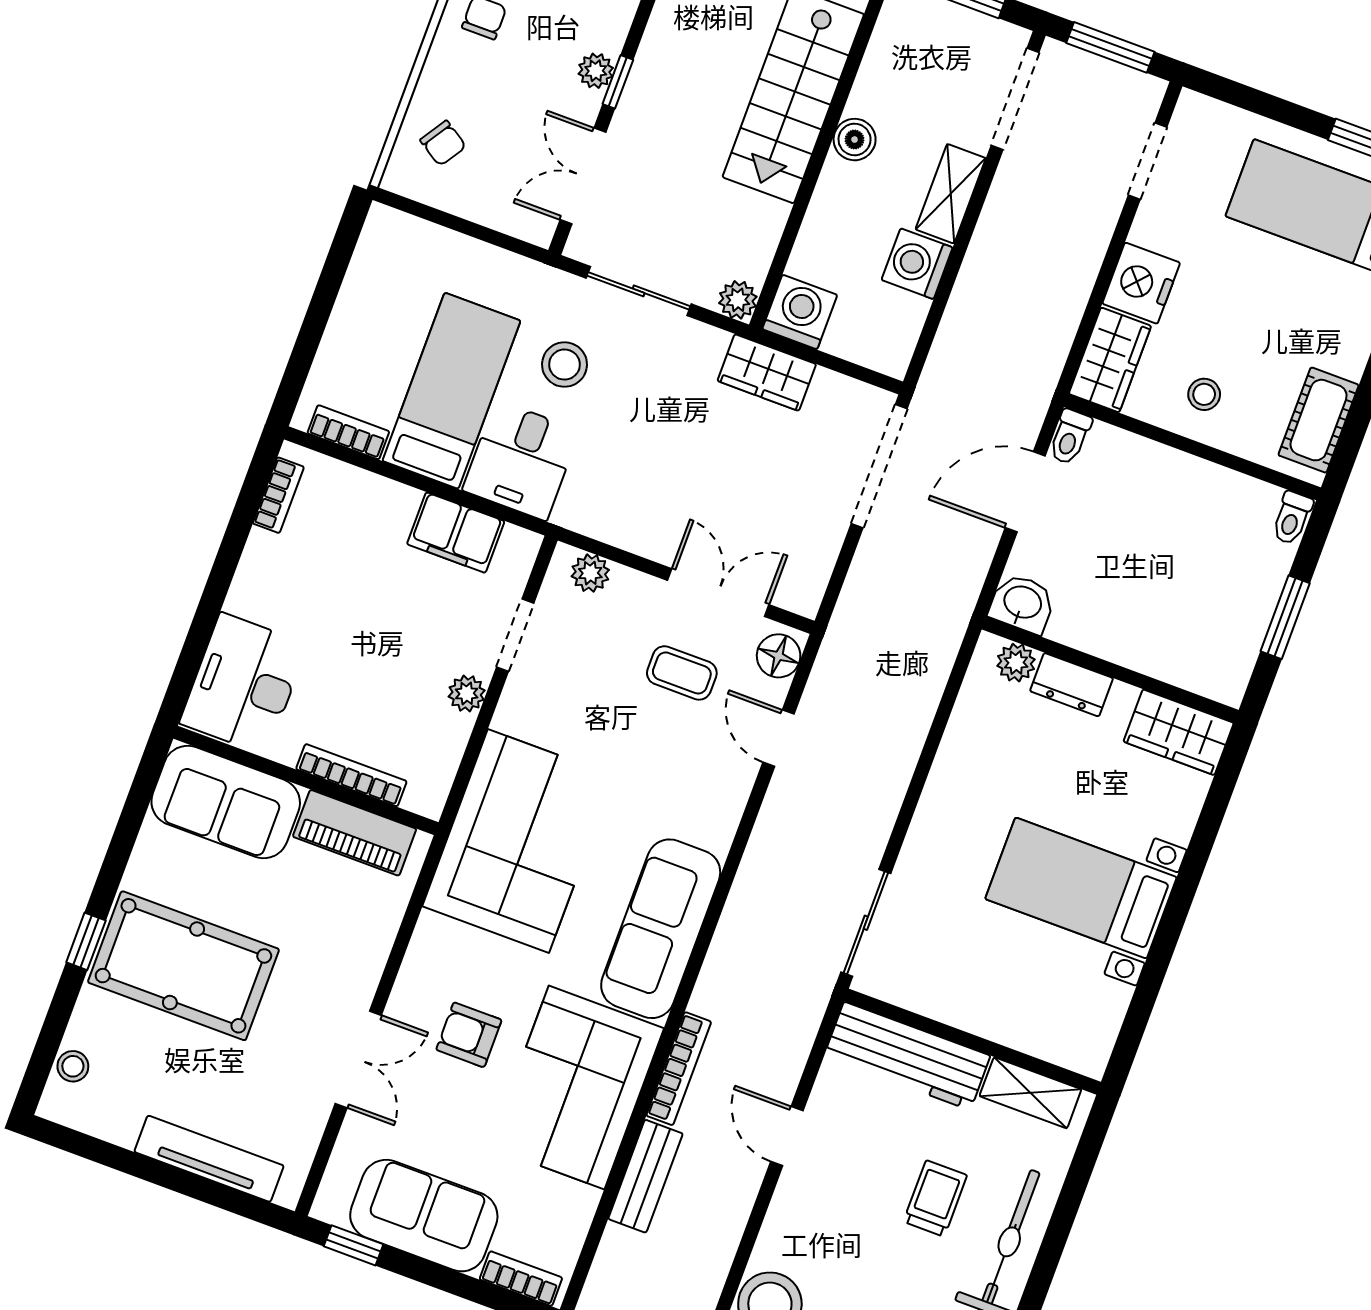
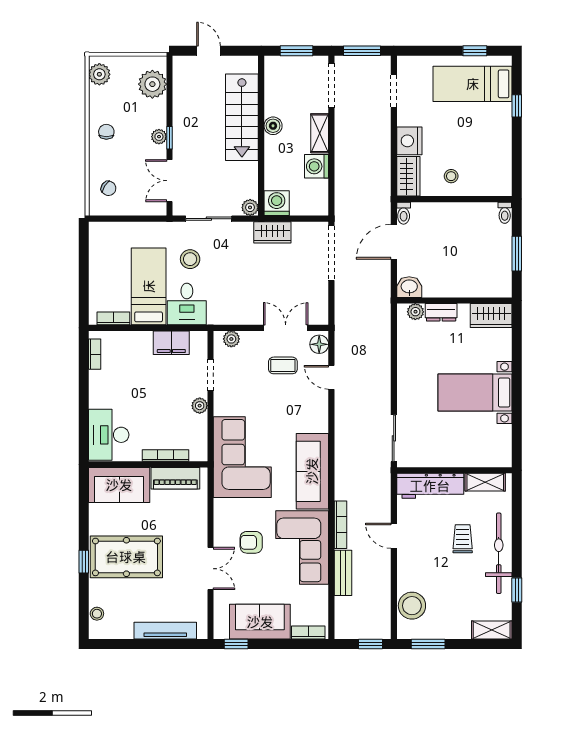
cot: (1319, 420) -> (501, 169), removed

